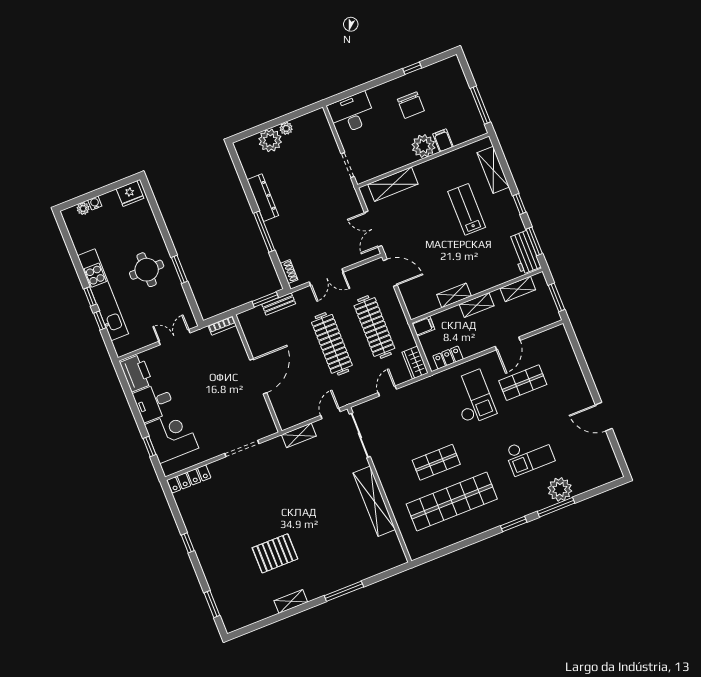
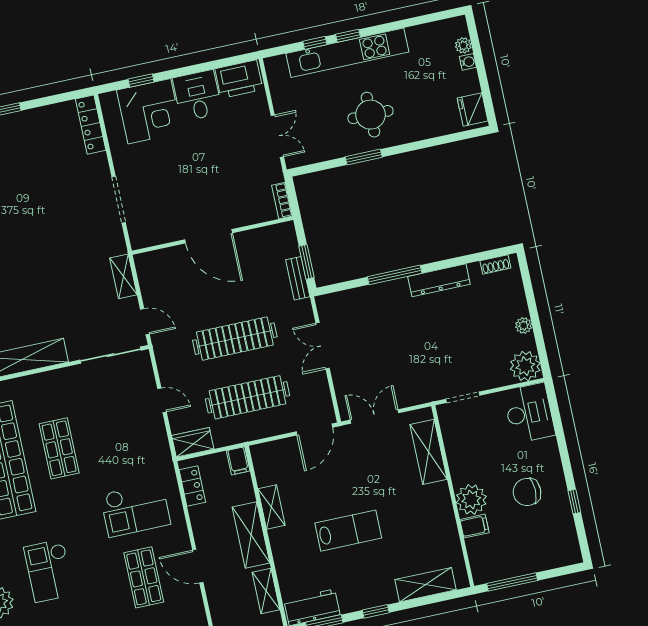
plant: (270, 140) -> (525, 366), moved
lab bench: (467, 209) -> (348, 531), moved
shoe rack: (289, 272) -> (495, 264), moved
shelving: (477, 305) -> (251, 535), width x1.50, depth x1.33

